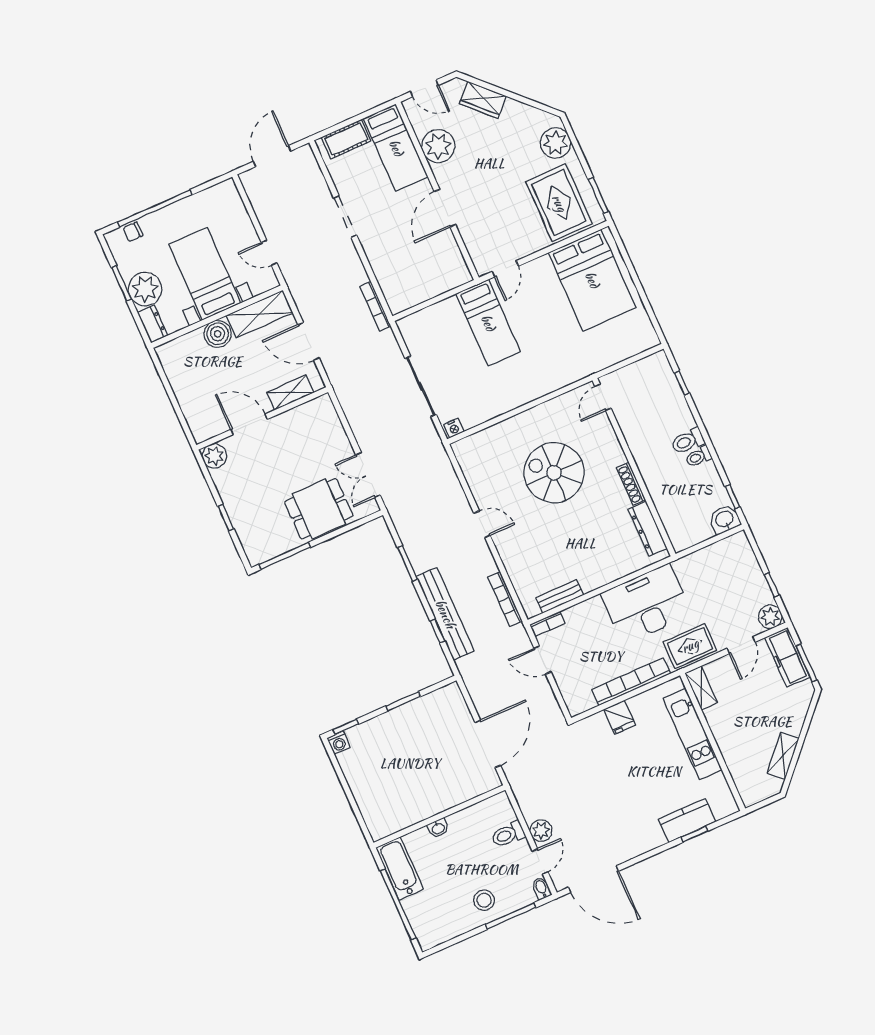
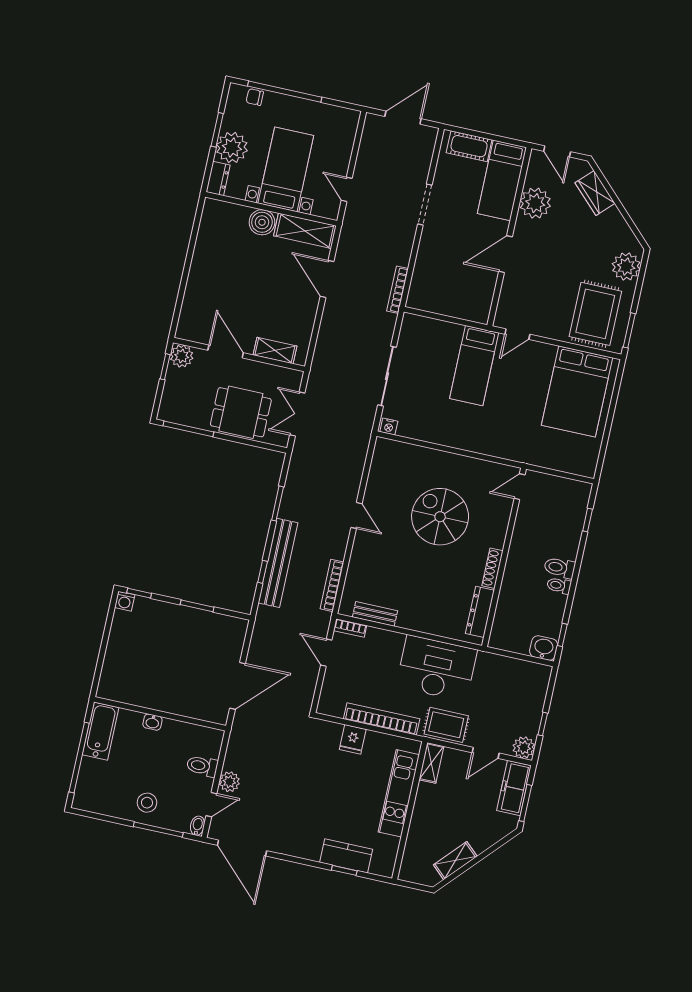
shelving: (290, 393) -> (275, 351), moved
wall: (262, 418) -> (239, 354), moved
door: (249, 424) -> (226, 352), moved
plant: (214, 456) -> (182, 356), moved

